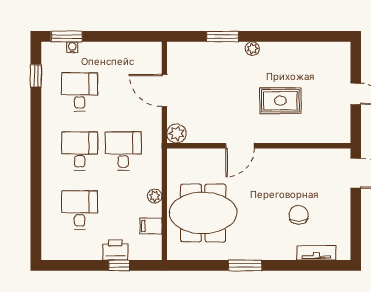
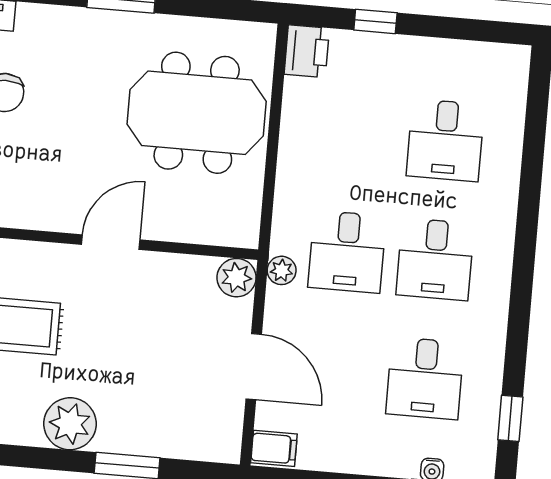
plant: (252, 49) -> (70, 424), width x1.87, depth x1.87
plant: (155, 196) -> (282, 270), moved
filing cabinet: (151, 226) -> (274, 448), moved
printer: (115, 250) -> (307, 51), moved, turned -90

